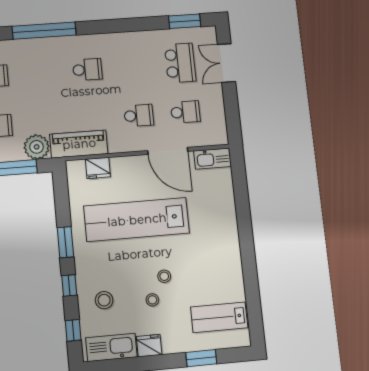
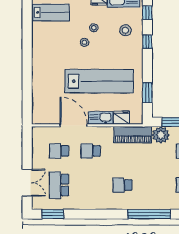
kitchen sink: (213, 159) -> (101, 118), moved
window: (65, 242) -> (147, 93), moved

